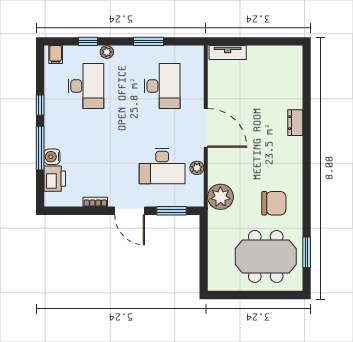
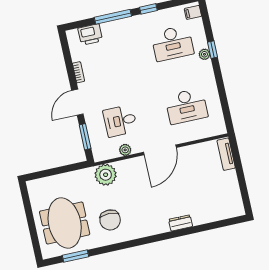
window: (88, 41) -> (213, 50), moved
window: (148, 41) -> (221, 87), removed
water cooler: (52, 157) -> (108, 28), removed
desk: (162, 166) -> (120, 121), width x0.73

